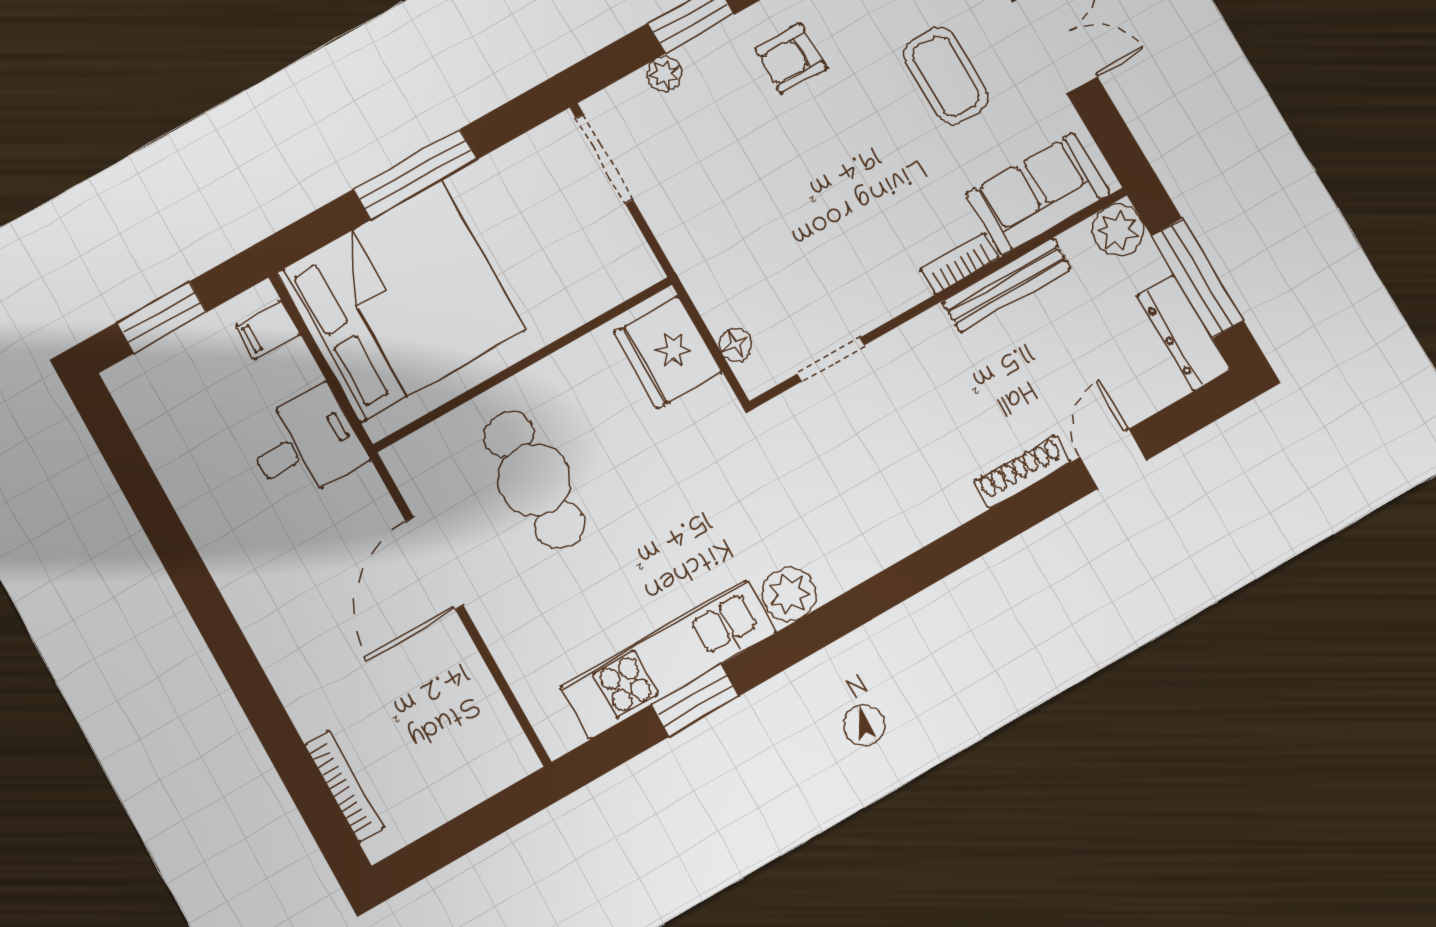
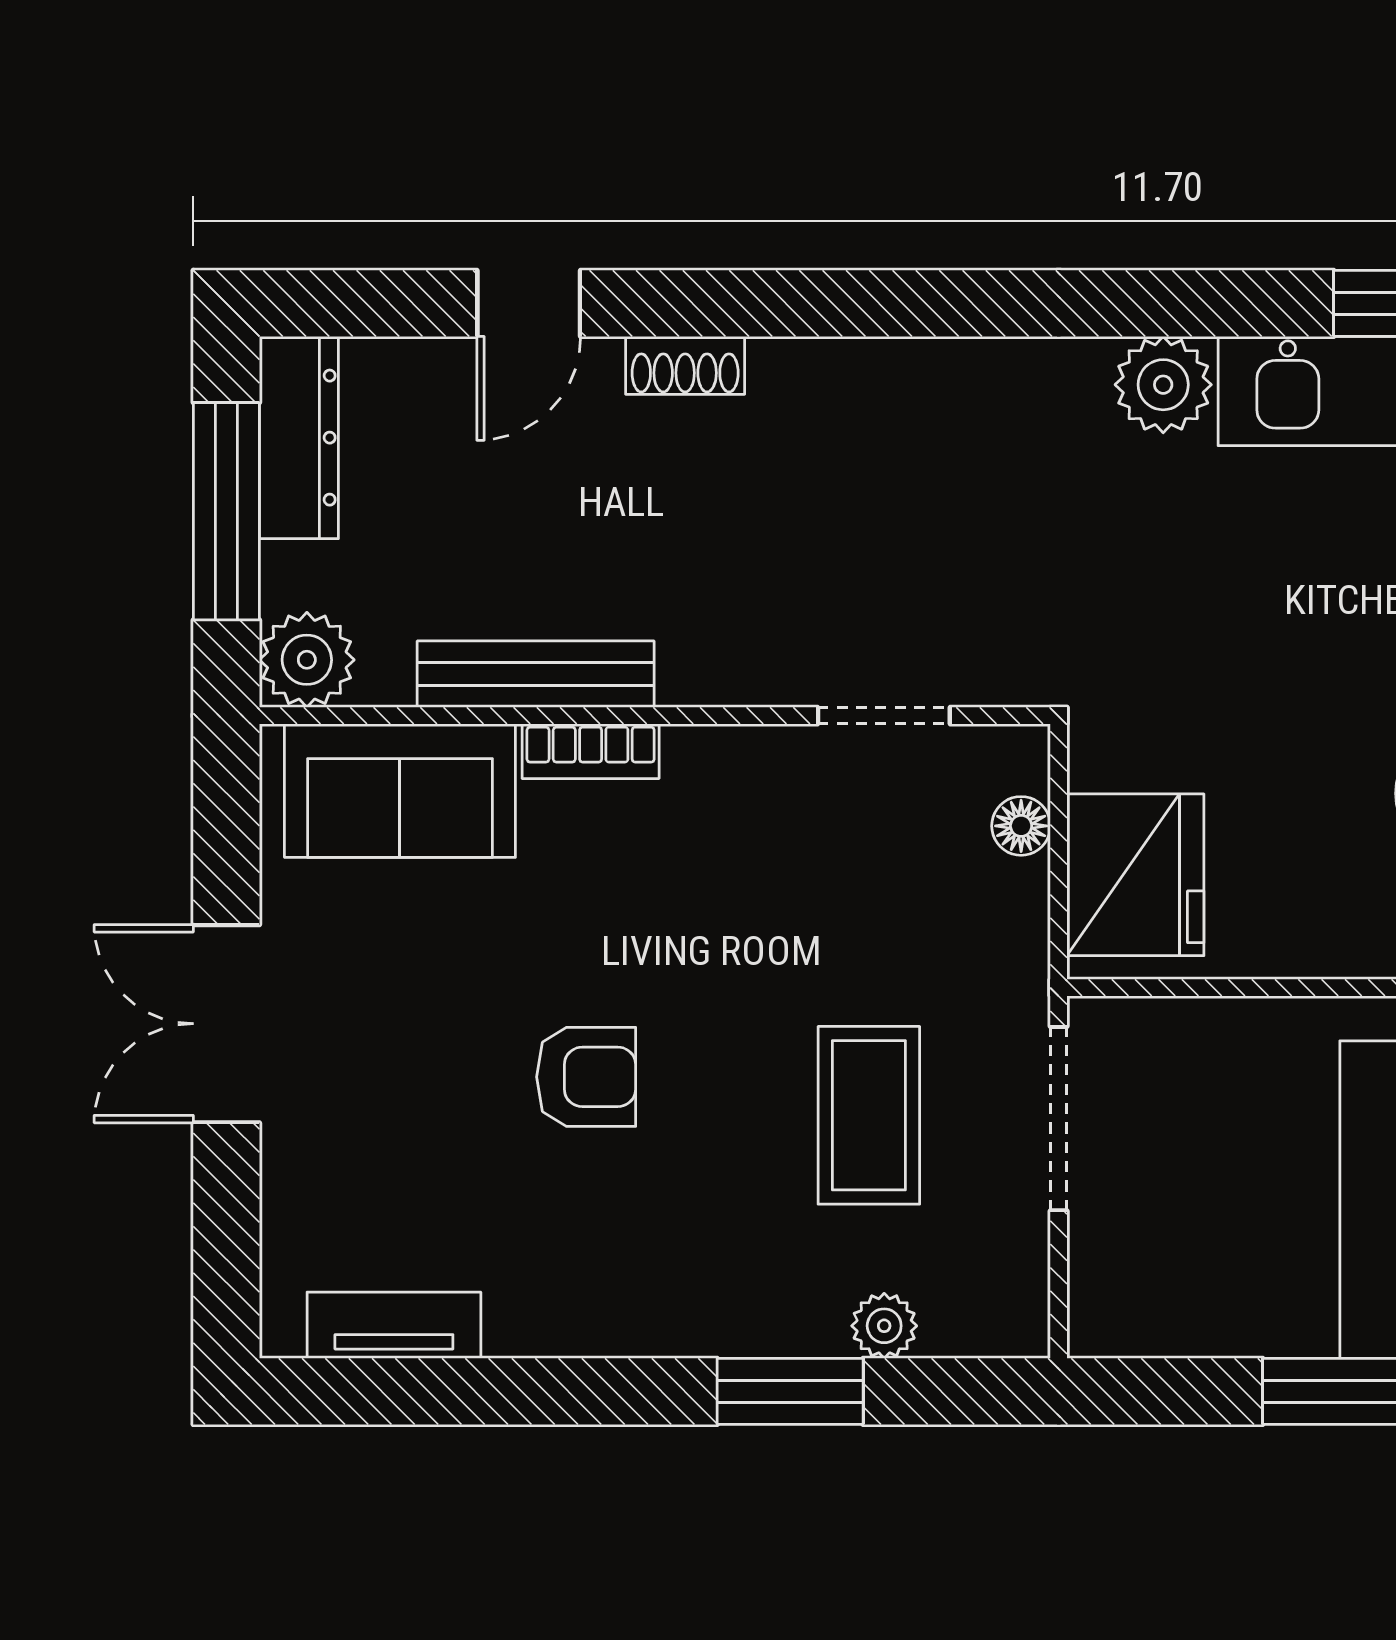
armchair: (791, 58) -> (586, 1077), moved
coffee table: (946, 76) -> (869, 1115), moved
doorway: (604, 159) -> (1059, 1119), moved
shoe rack: (1022, 472) -> (685, 365), width x0.70

